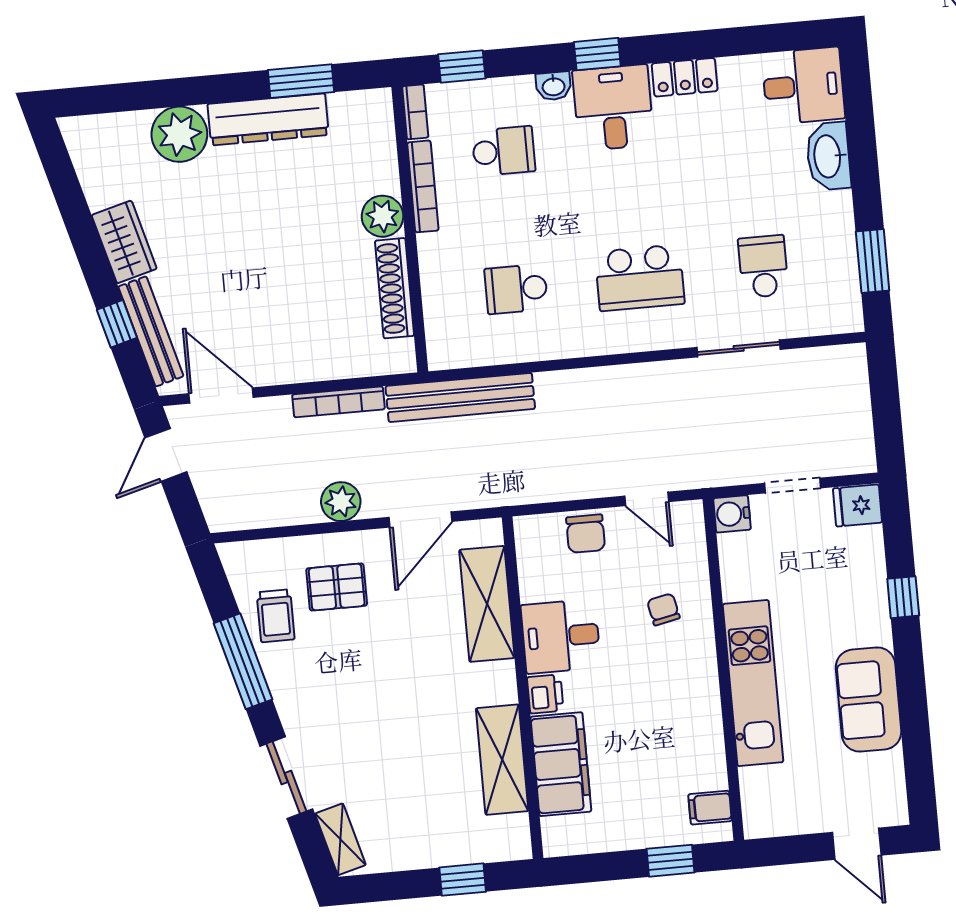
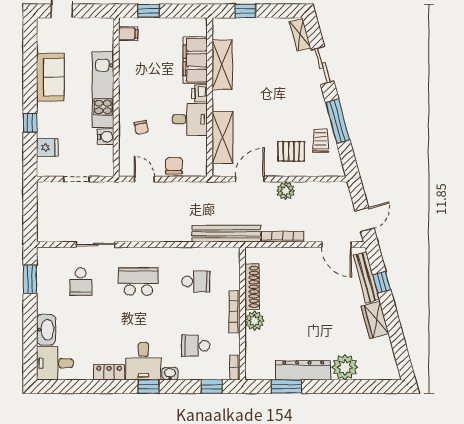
bookcase: (423, 186) -> (235, 312), moved
fridge: (858, 505) -> (47, 148), moved
water cooler: (732, 514) -> (106, 137), moved

